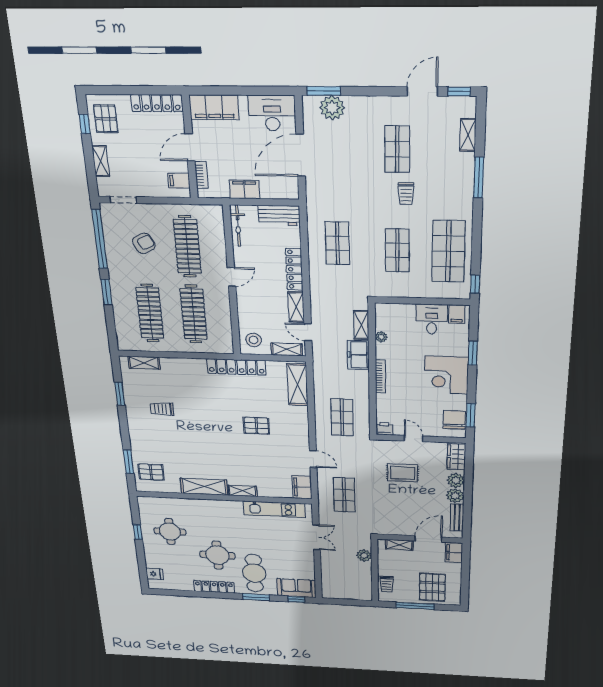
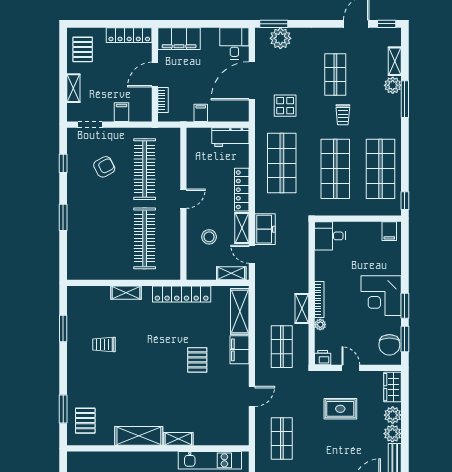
desk: (272, 113) -> (234, 43), width x0.73
window: (85, 124) -> (63, 54), removed
plant: (465, 162) -> (393, 85), added
filing cabinet: (179, 181) -> (122, 112), moved, turned 90
display table: (340, 183) -> (285, 106), added
filing cabinet: (244, 189) -> (201, 113), width x0.50
bicycle: (238, 226) -> (193, 148), removed
window: (100, 239) -> (63, 163), width x0.32
shop shelf: (337, 243) -> (282, 163), width x1.43, depth x1.36
shop shelf: (397, 250) -> (335, 169), width x1.43, depth x1.36
clothes rail: (150, 313) -> (103, 238), removed
desk: (432, 319) -> (330, 236), moved, turned -90
shelving: (361, 325) -> (302, 309), moved
plant: (381, 337) -> (320, 325), moved
stool: (254, 340) -> (209, 237), moved
window: (473, 353) -> (405, 306), moved
freezer: (358, 355) -> (265, 229), moved, turned 180
shelving: (144, 363) -> (126, 293), moved
chair: (454, 420) -> (389, 345), turned 180
pallet: (256, 426) -> (197, 360), turned 90
door: (313, 459) -> (252, 396), hinge flipped
pallet: (151, 472) -> (85, 421), turned 90
filing cabinet: (302, 487) -> (240, 350), moved

